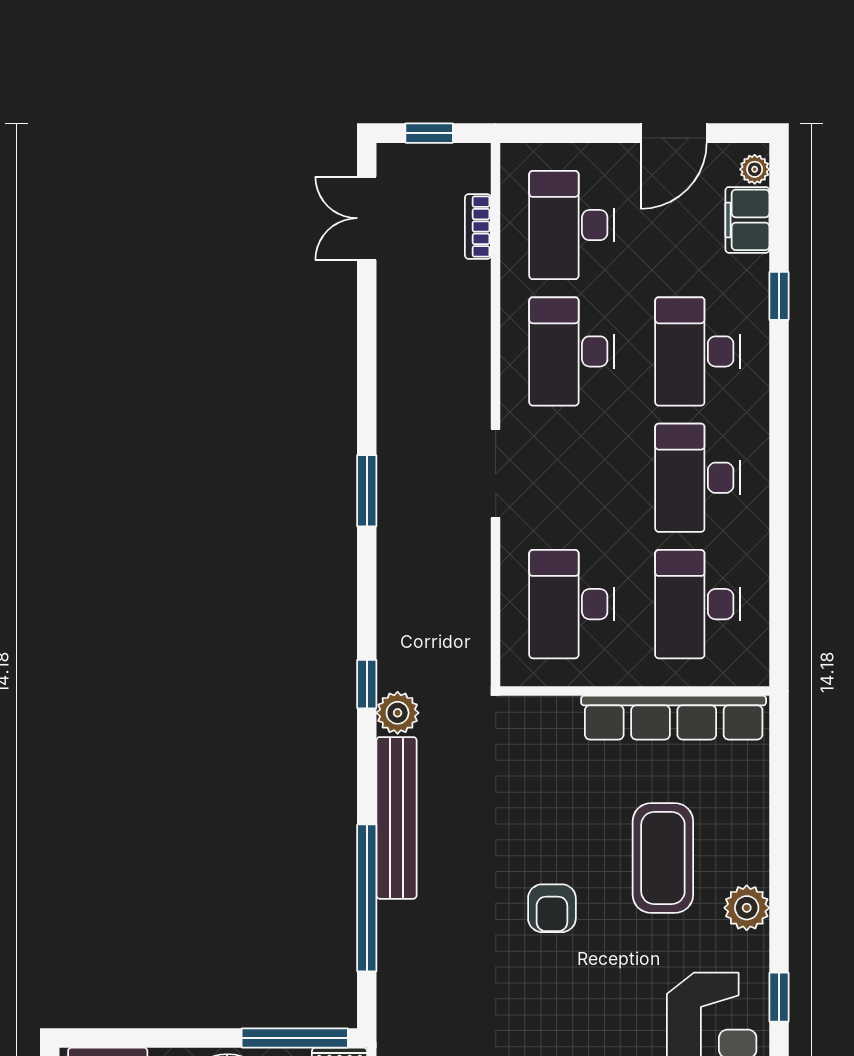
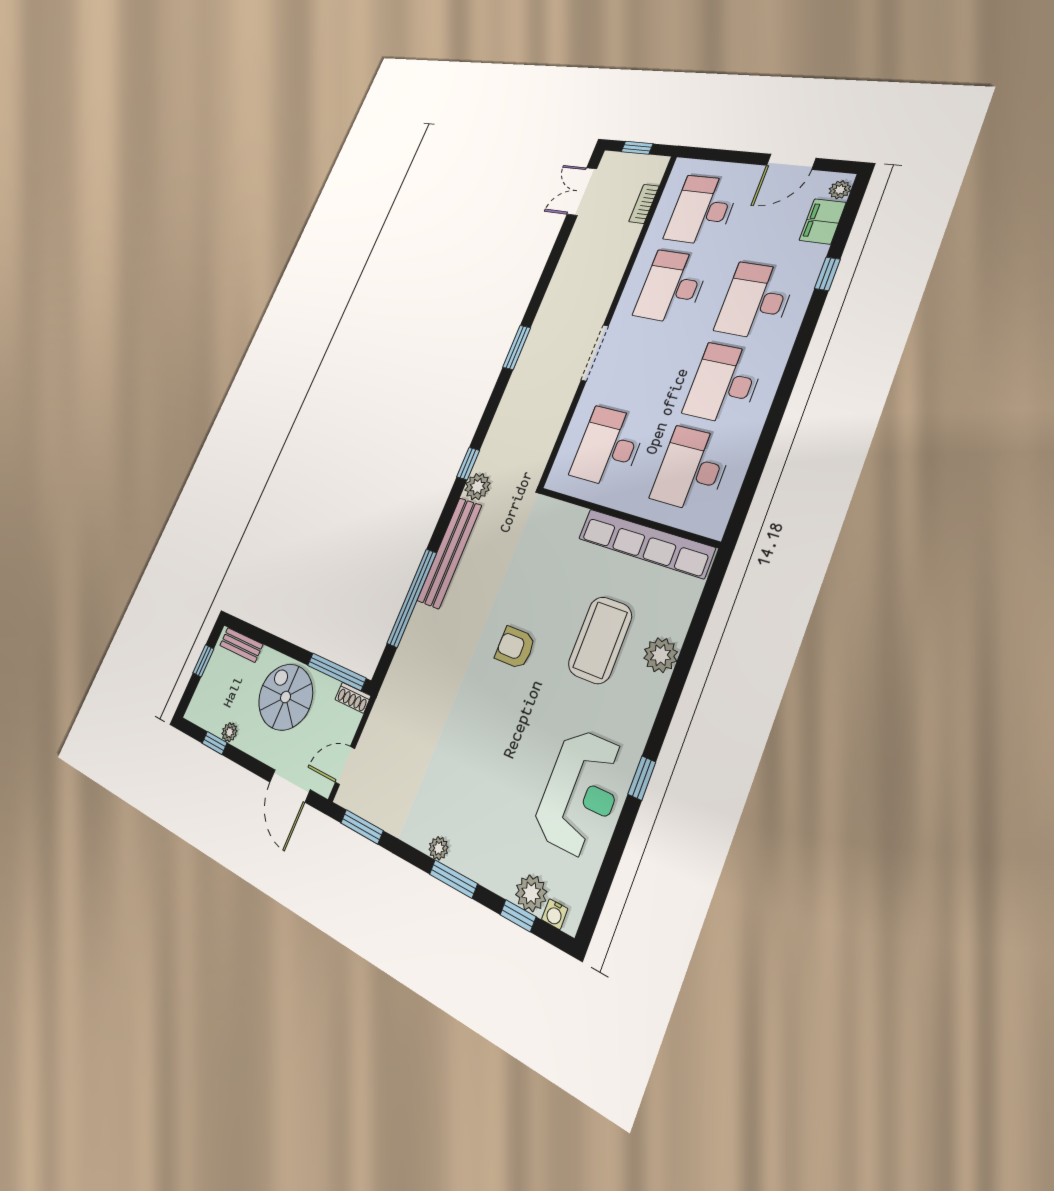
armchair: (552, 908) -> (515, 648), turned 90
plant: (747, 908) -> (661, 655), moved

